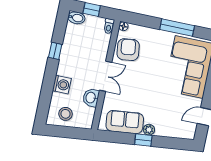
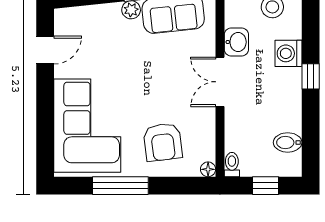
bidet: (76, 18) -> (288, 142), moved
armchair: (128, 50) -> (163, 142), moved
window: (55, 51) -> (311, 76), moved

